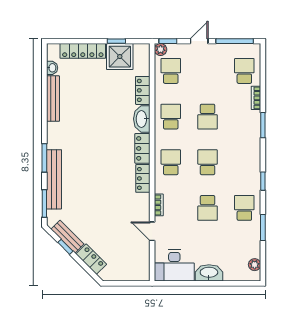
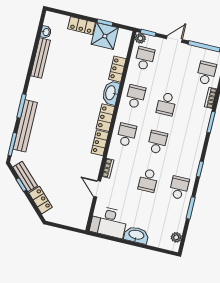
locker: (83, 51) -> (82, 26), width x0.66

